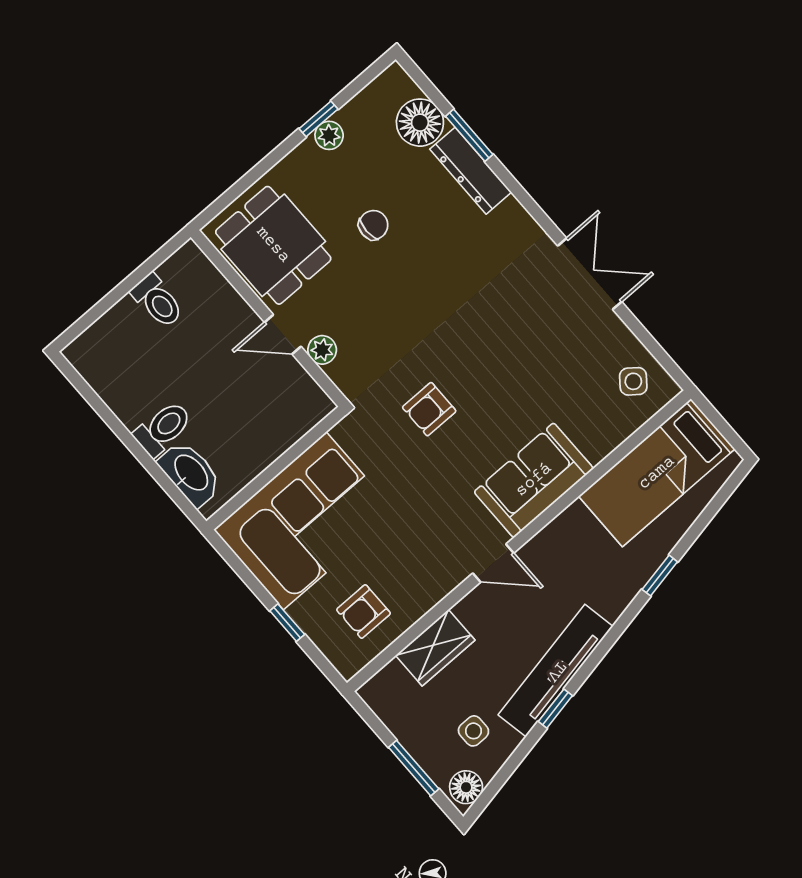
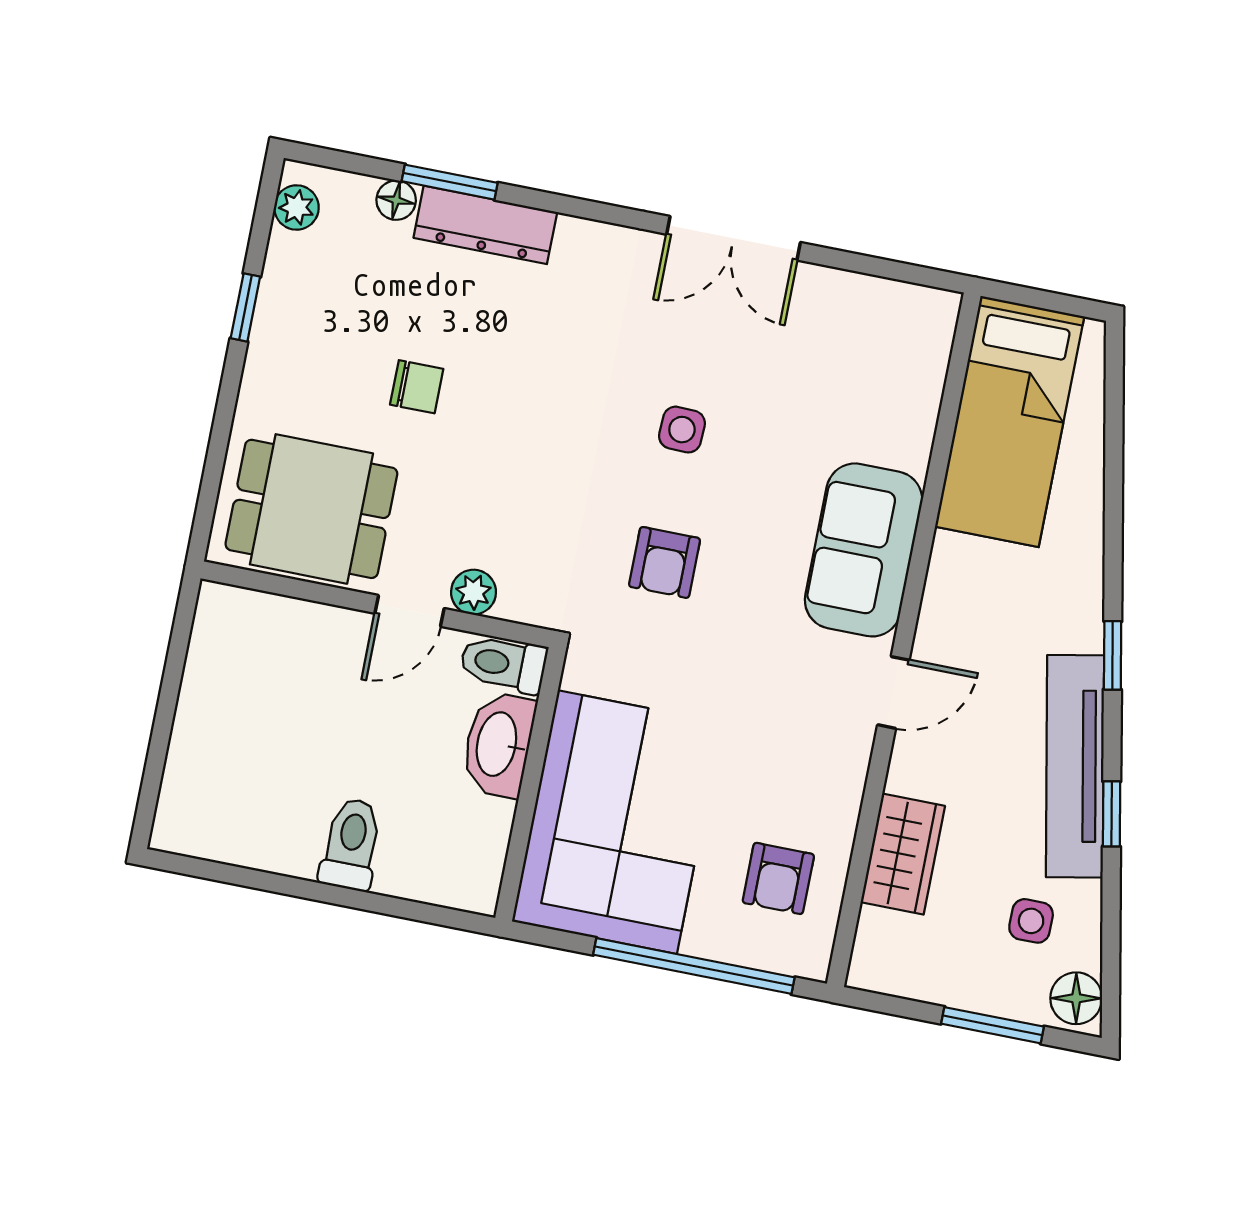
floor lamp: (420, 123) -> (396, 200), width x0.53, depth x0.53
plant: (329, 135) -> (297, 207), moved
chair: (373, 225) -> (417, 387), turned 90
double door: (590, 274) -> (734, 238), swing flipped
toilet: (157, 301) -> (503, 664), moved, turned 180
side table: (633, 381) -> (682, 430), moved, turned -36
washbasin: (190, 473) -> (498, 744), moved, turned -90
window: (660, 576) -> (1113, 655), moved
window: (287, 623) -> (694, 966), width x3.17

